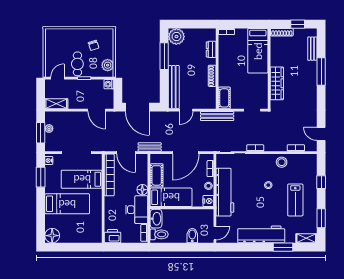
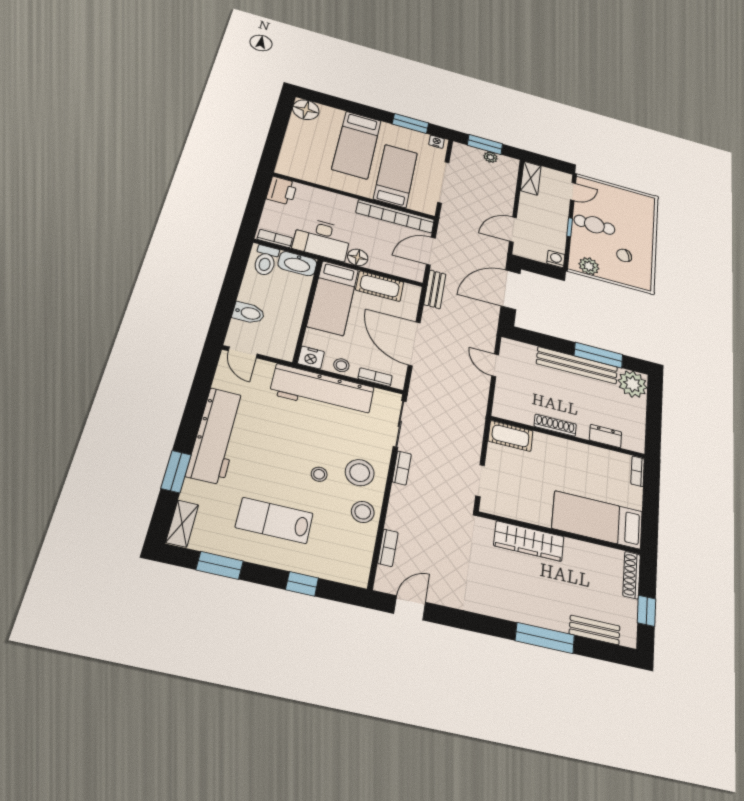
door: (58, 78) -> (573, 192), hinge flipped
bench: (174, 87) -> (577, 365), moved
bench: (217, 116) -> (477, 414), removed
stool: (263, 167) -> (360, 473), added

